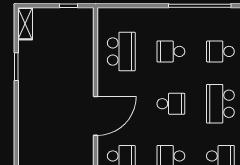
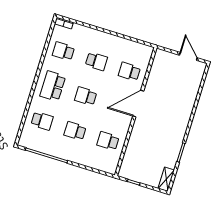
school desk: (121, 51) -> (108, 141), width x0.54
school desk: (171, 51) -> (75, 131), turned 180
school desk: (220, 104) -> (53, 86), turned 180

